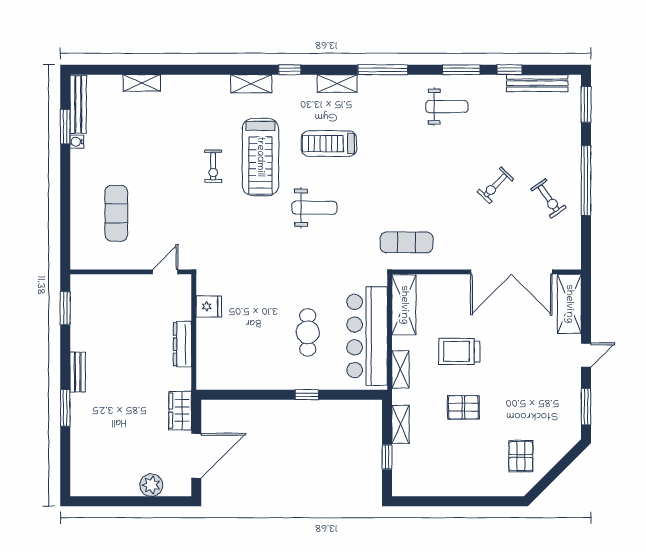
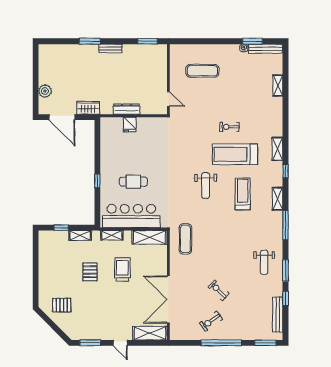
fridge: (209, 306) -> (130, 124), moved

